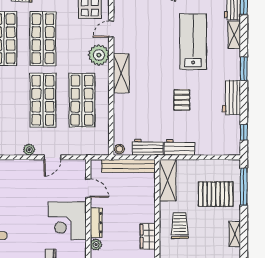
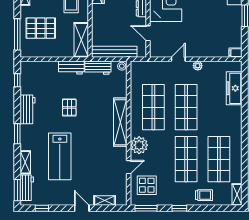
shelving: (121, 73) -> (120, 122), width x1.47

